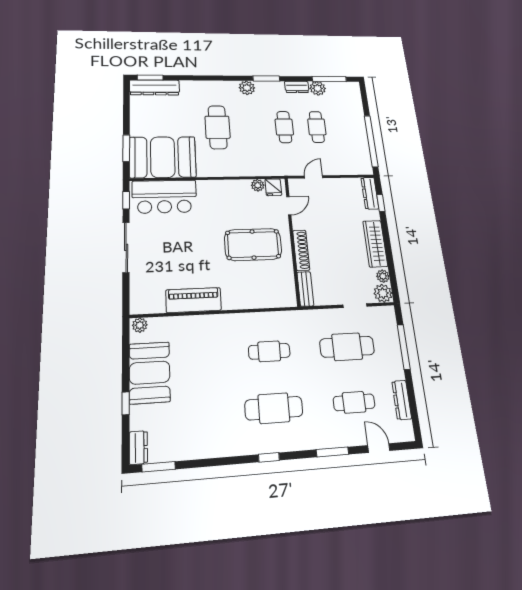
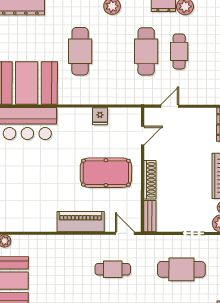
cafe table: (284, 127) -> (146, 51), width x1.37, depth x1.35
plant: (258, 185) -> (115, 114), removed
fridge: (273, 187) -> (100, 116), moved
piano: (193, 300) -> (81, 222), moved
door: (279, 309) -> (125, 233), added

